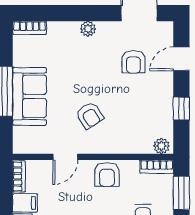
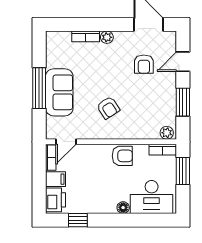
bookcase: (30, 28) -> (86, 36), moved
window: (181, 108) -> (183, 102), width x1.50
door: (65, 157) -> (66, 142), moved
armchair: (107, 174) -> (122, 156), turned -90

